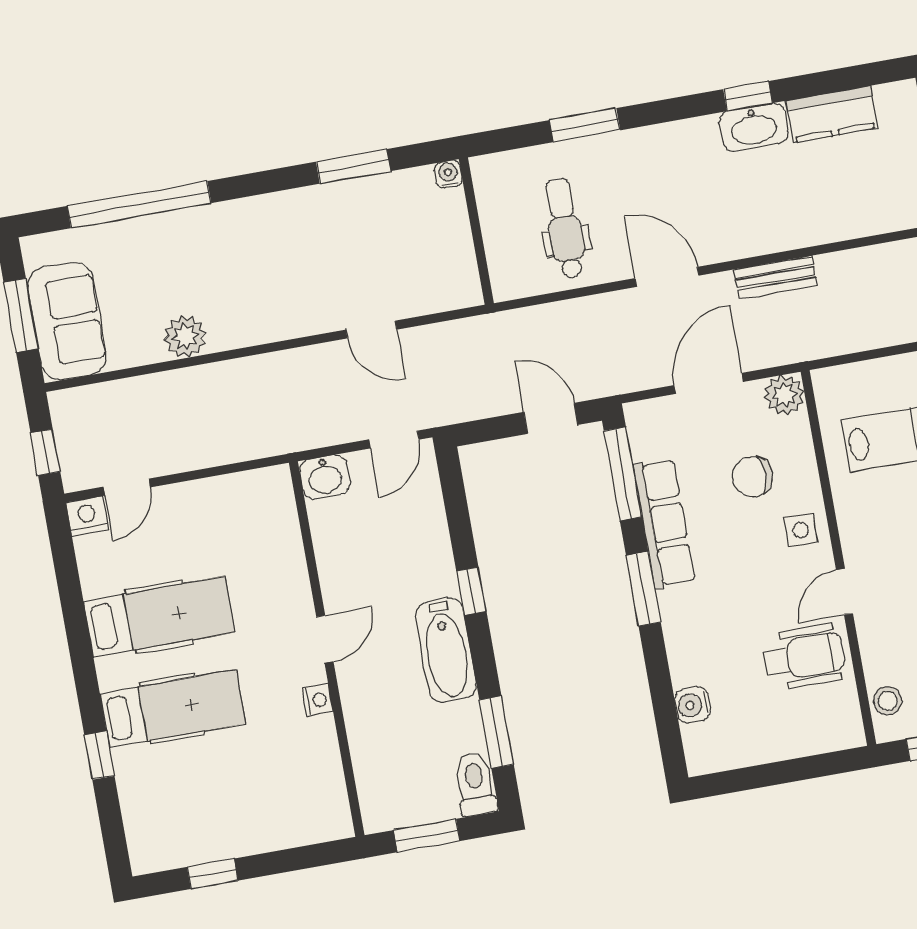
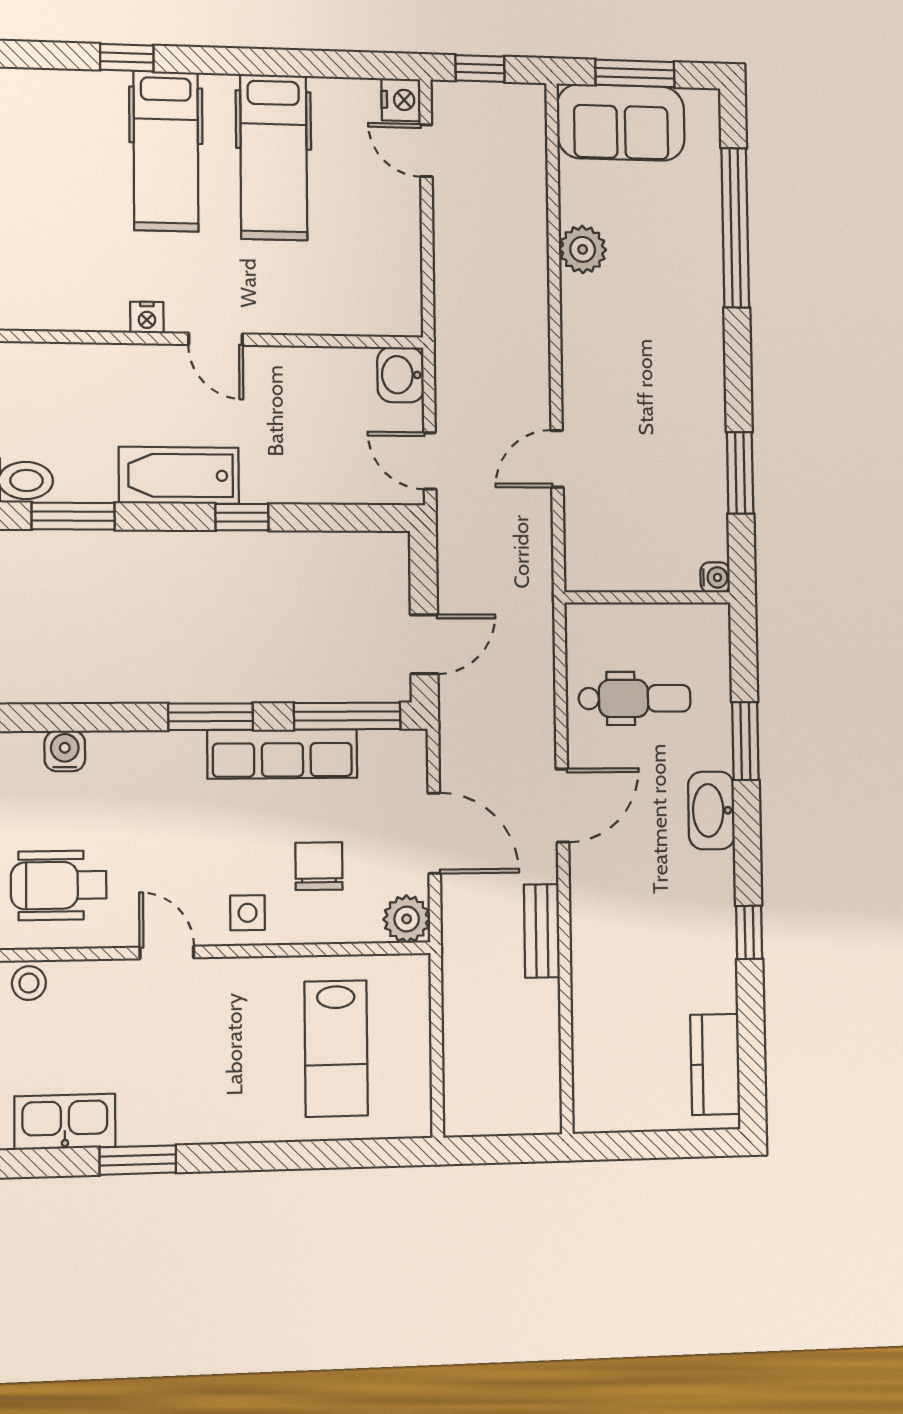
kitchen counter: (832, 114) -> (715, 1064), moved
washbasin: (754, 127) -> (711, 810), moved
wheelchair: (804, 657) -> (59, 885), moved, turned 90

